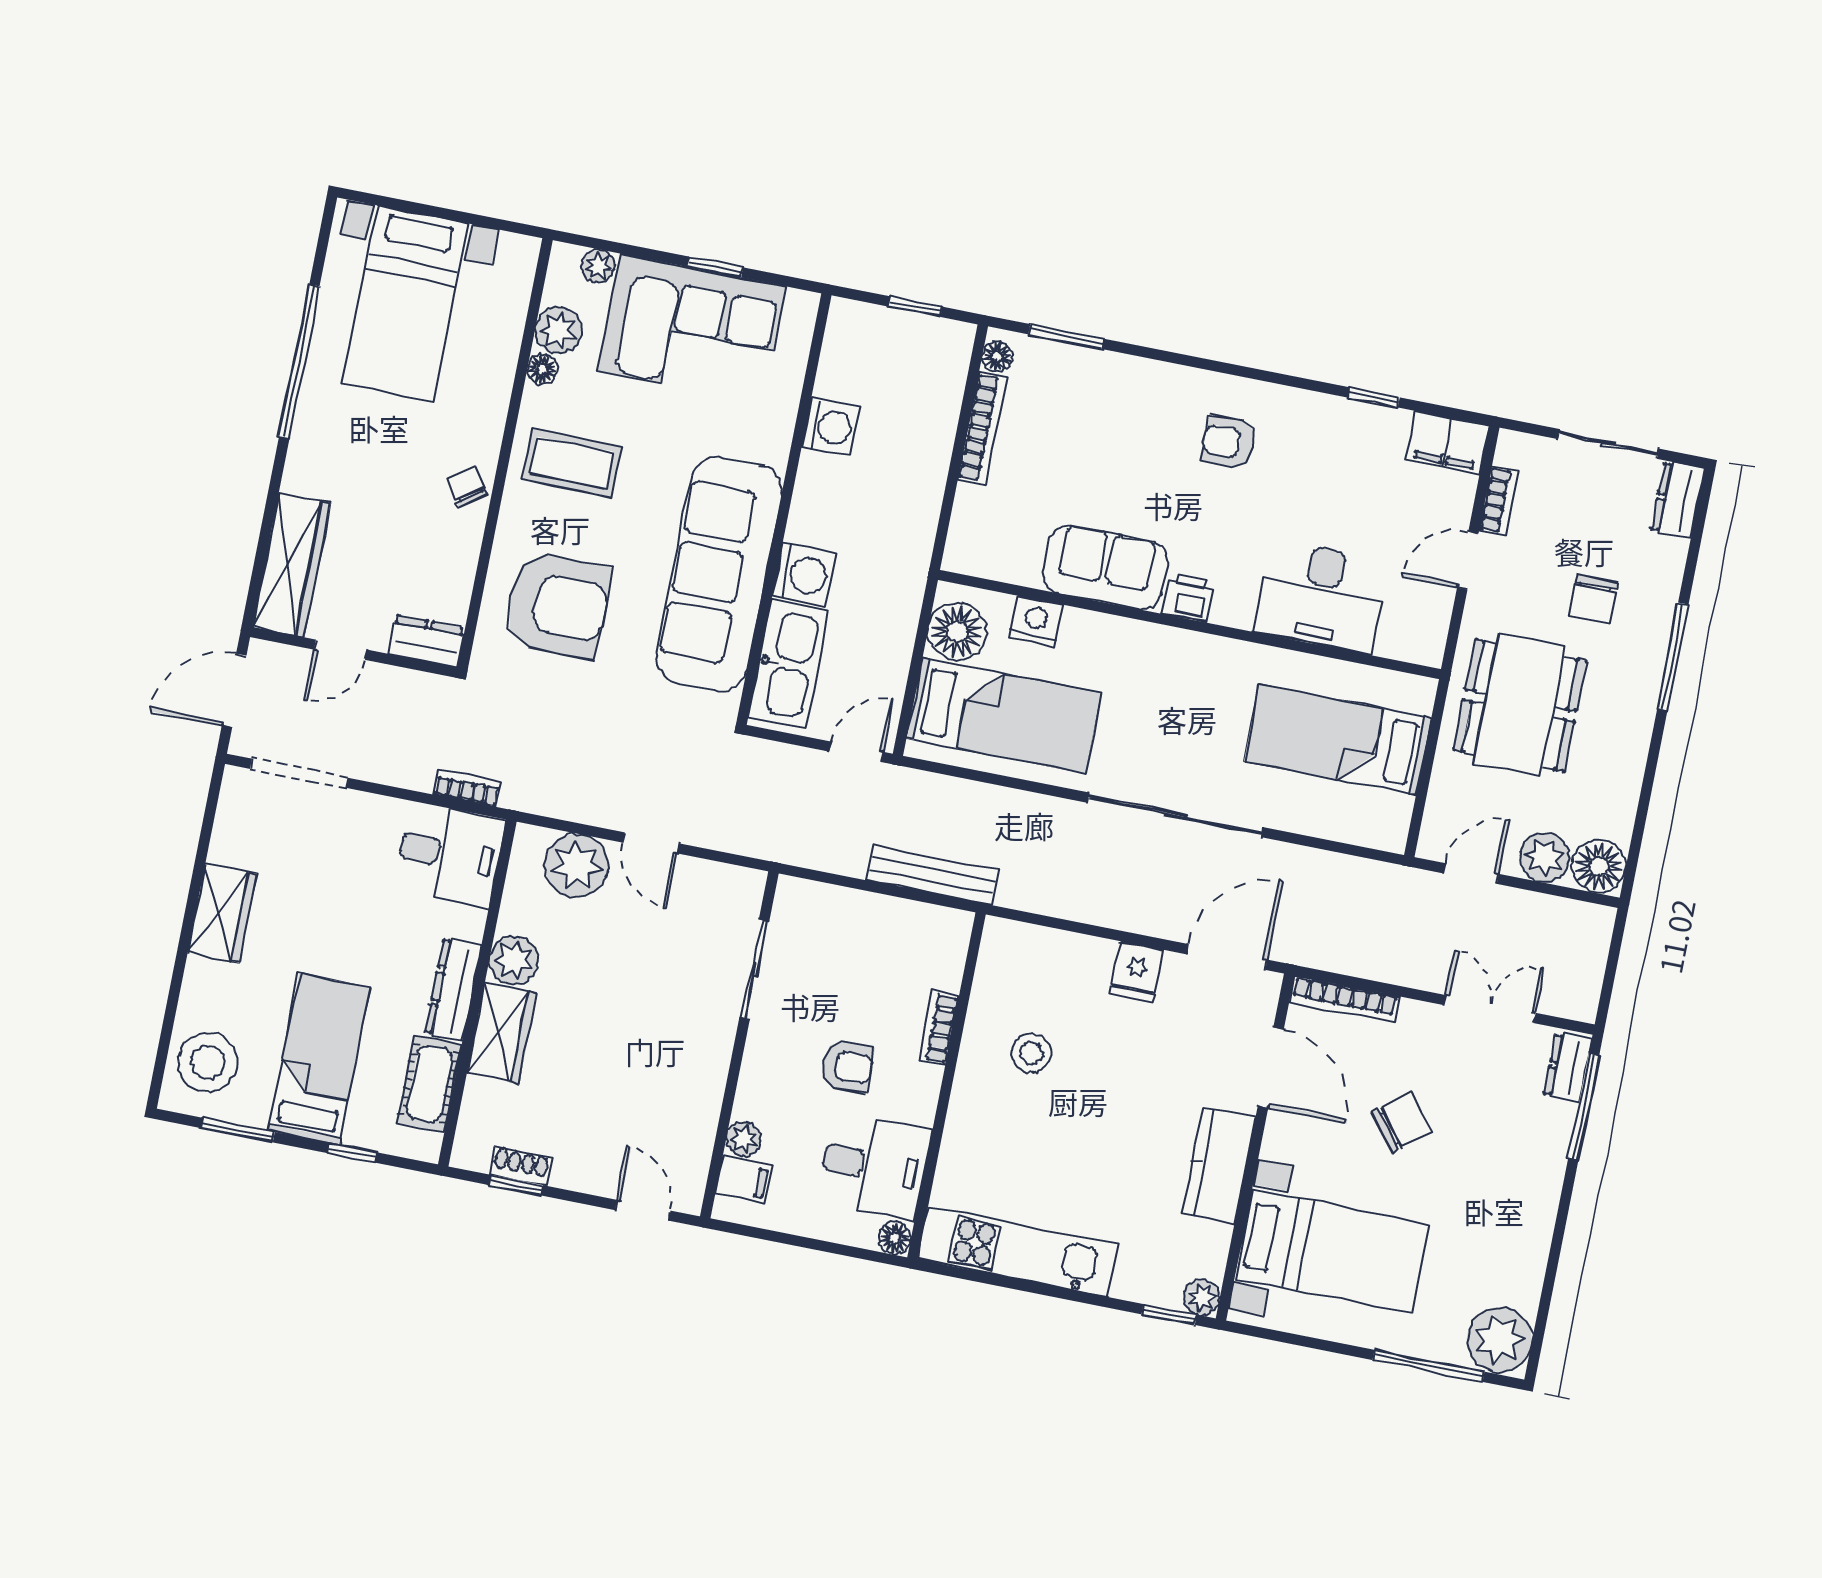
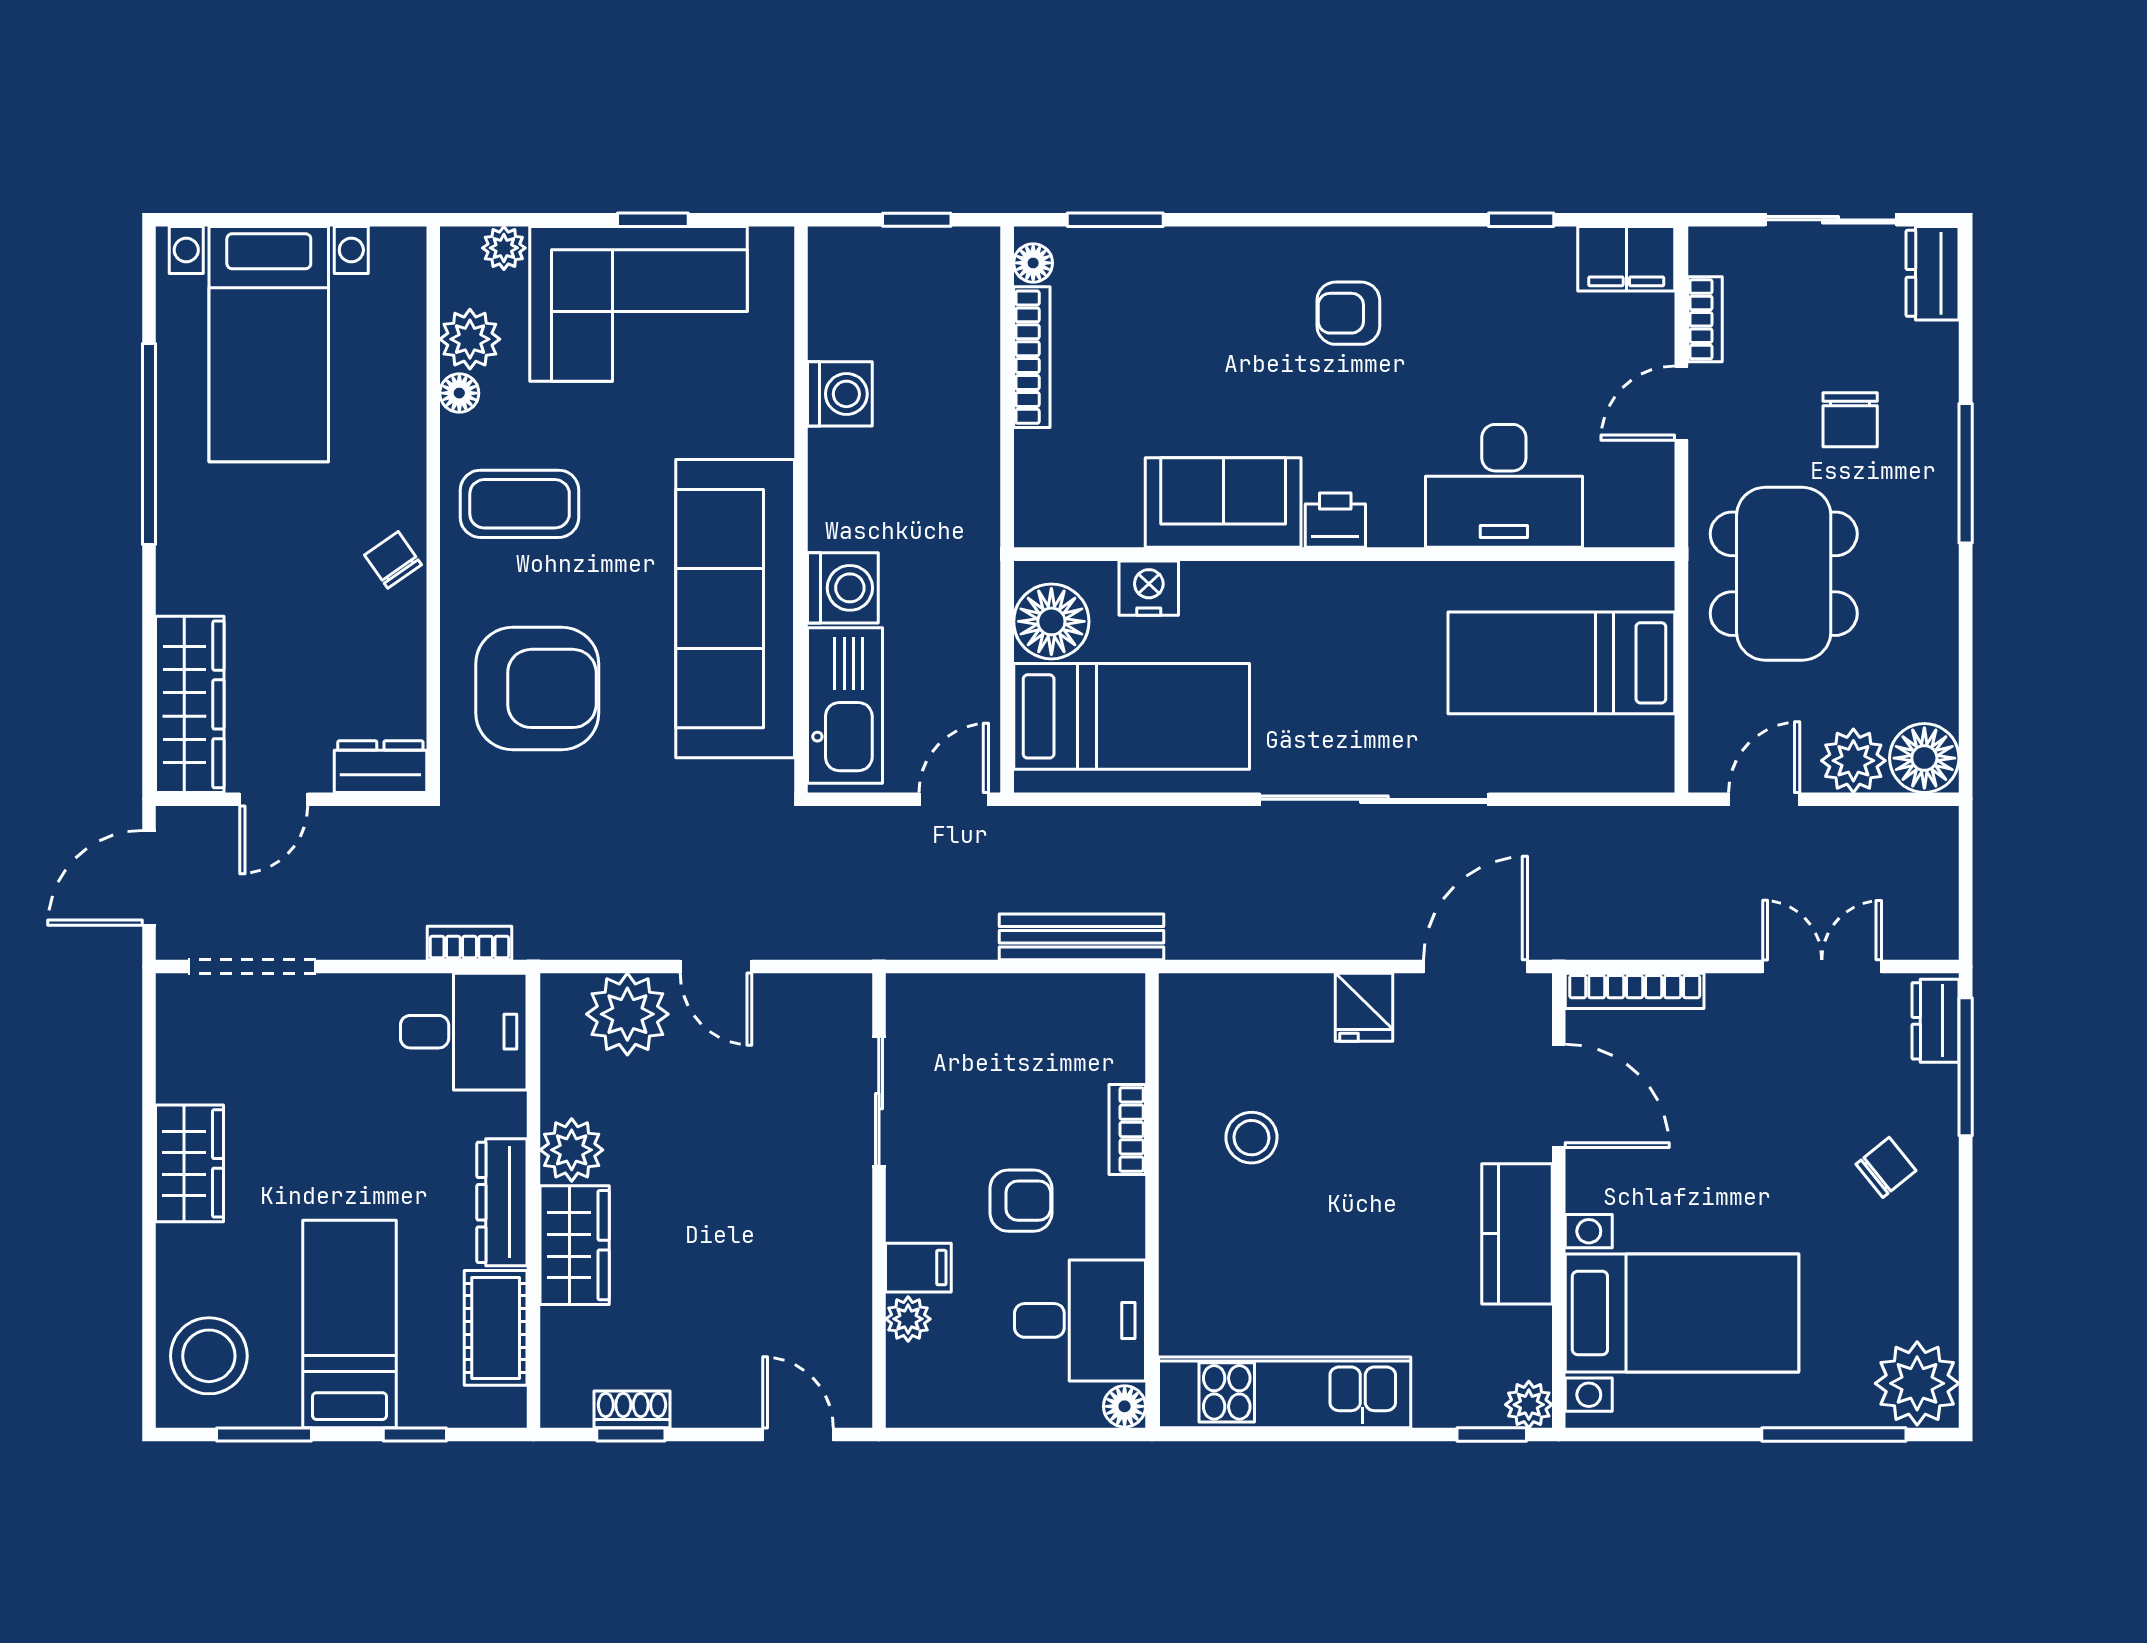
chair: (1402, 1122) -> (1886, 1167), moved, width x0.73, depth x0.73
filing cabinet: (744, 1180) -> (918, 1268), moved

